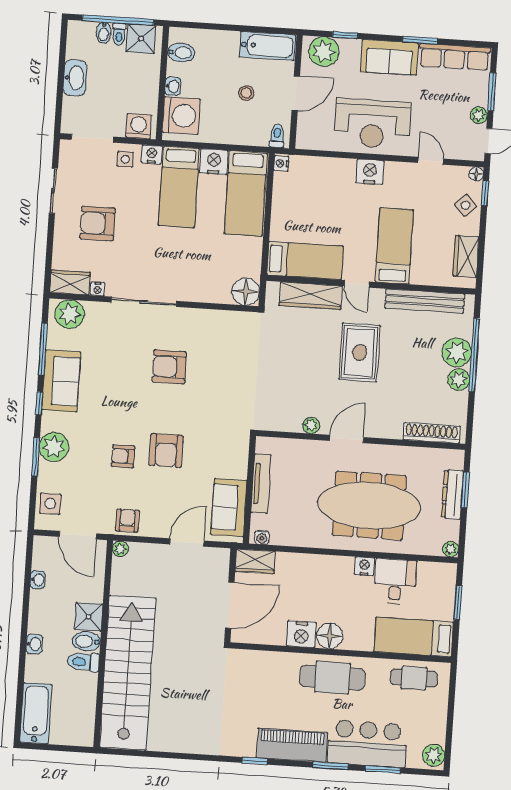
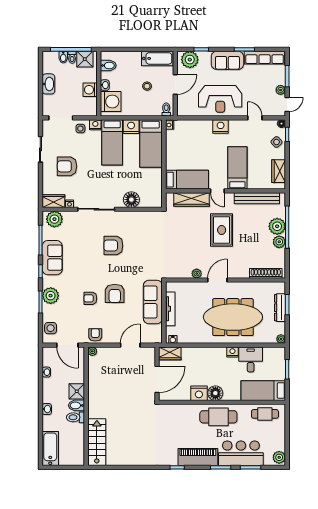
washing machine: (139, 126) -> (90, 90), moved, turned -90
floor lamp: (246, 292) -> (131, 200), moved
sofa: (229, 507) -> (153, 302), moved, width x1.36
stairs: (128, 673) -> (97, 442), width x0.54, depth x0.66

